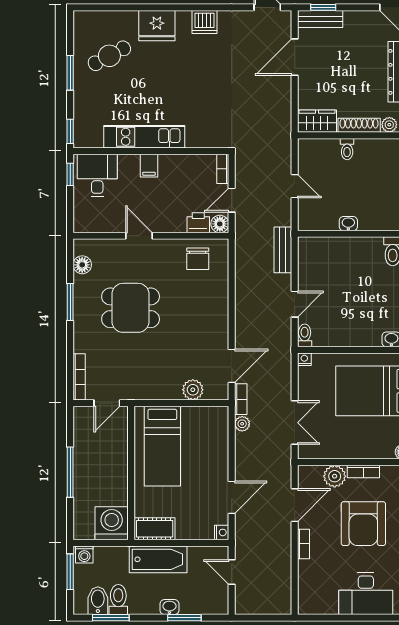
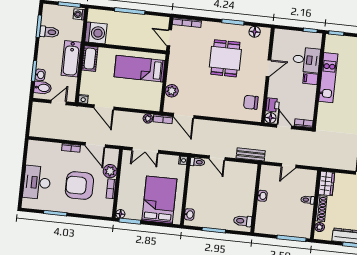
desk: (97, 175) -> (306, 60), moved
bidet: (98, 601) -> (43, 88), moved
washbasin: (169, 607) -> (40, 75), moved

